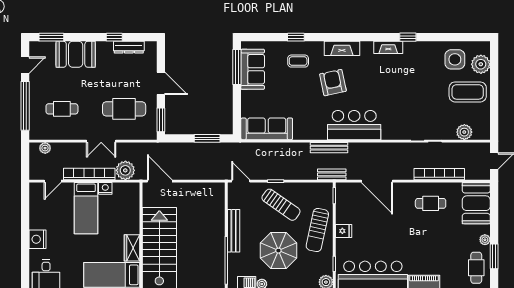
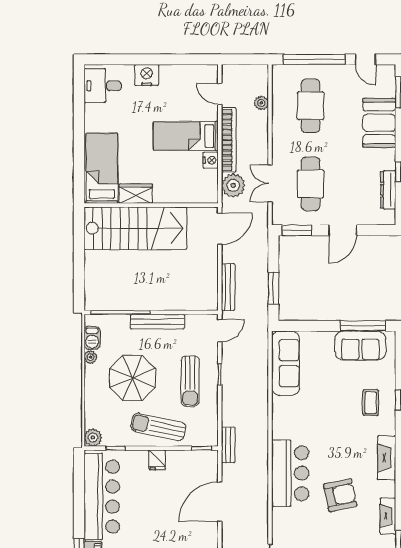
armchair: (333, 83) -> (340, 495), moved
cafe table: (62, 109) -> (311, 106), width x1.37, depth x1.35
double door: (101, 141) -> (270, 183), moved
plant: (45, 148) -> (261, 103), moved
bench: (329, 148) -> (228, 287), moved
sun lounger: (281, 205) -> (190, 381), turned -35

